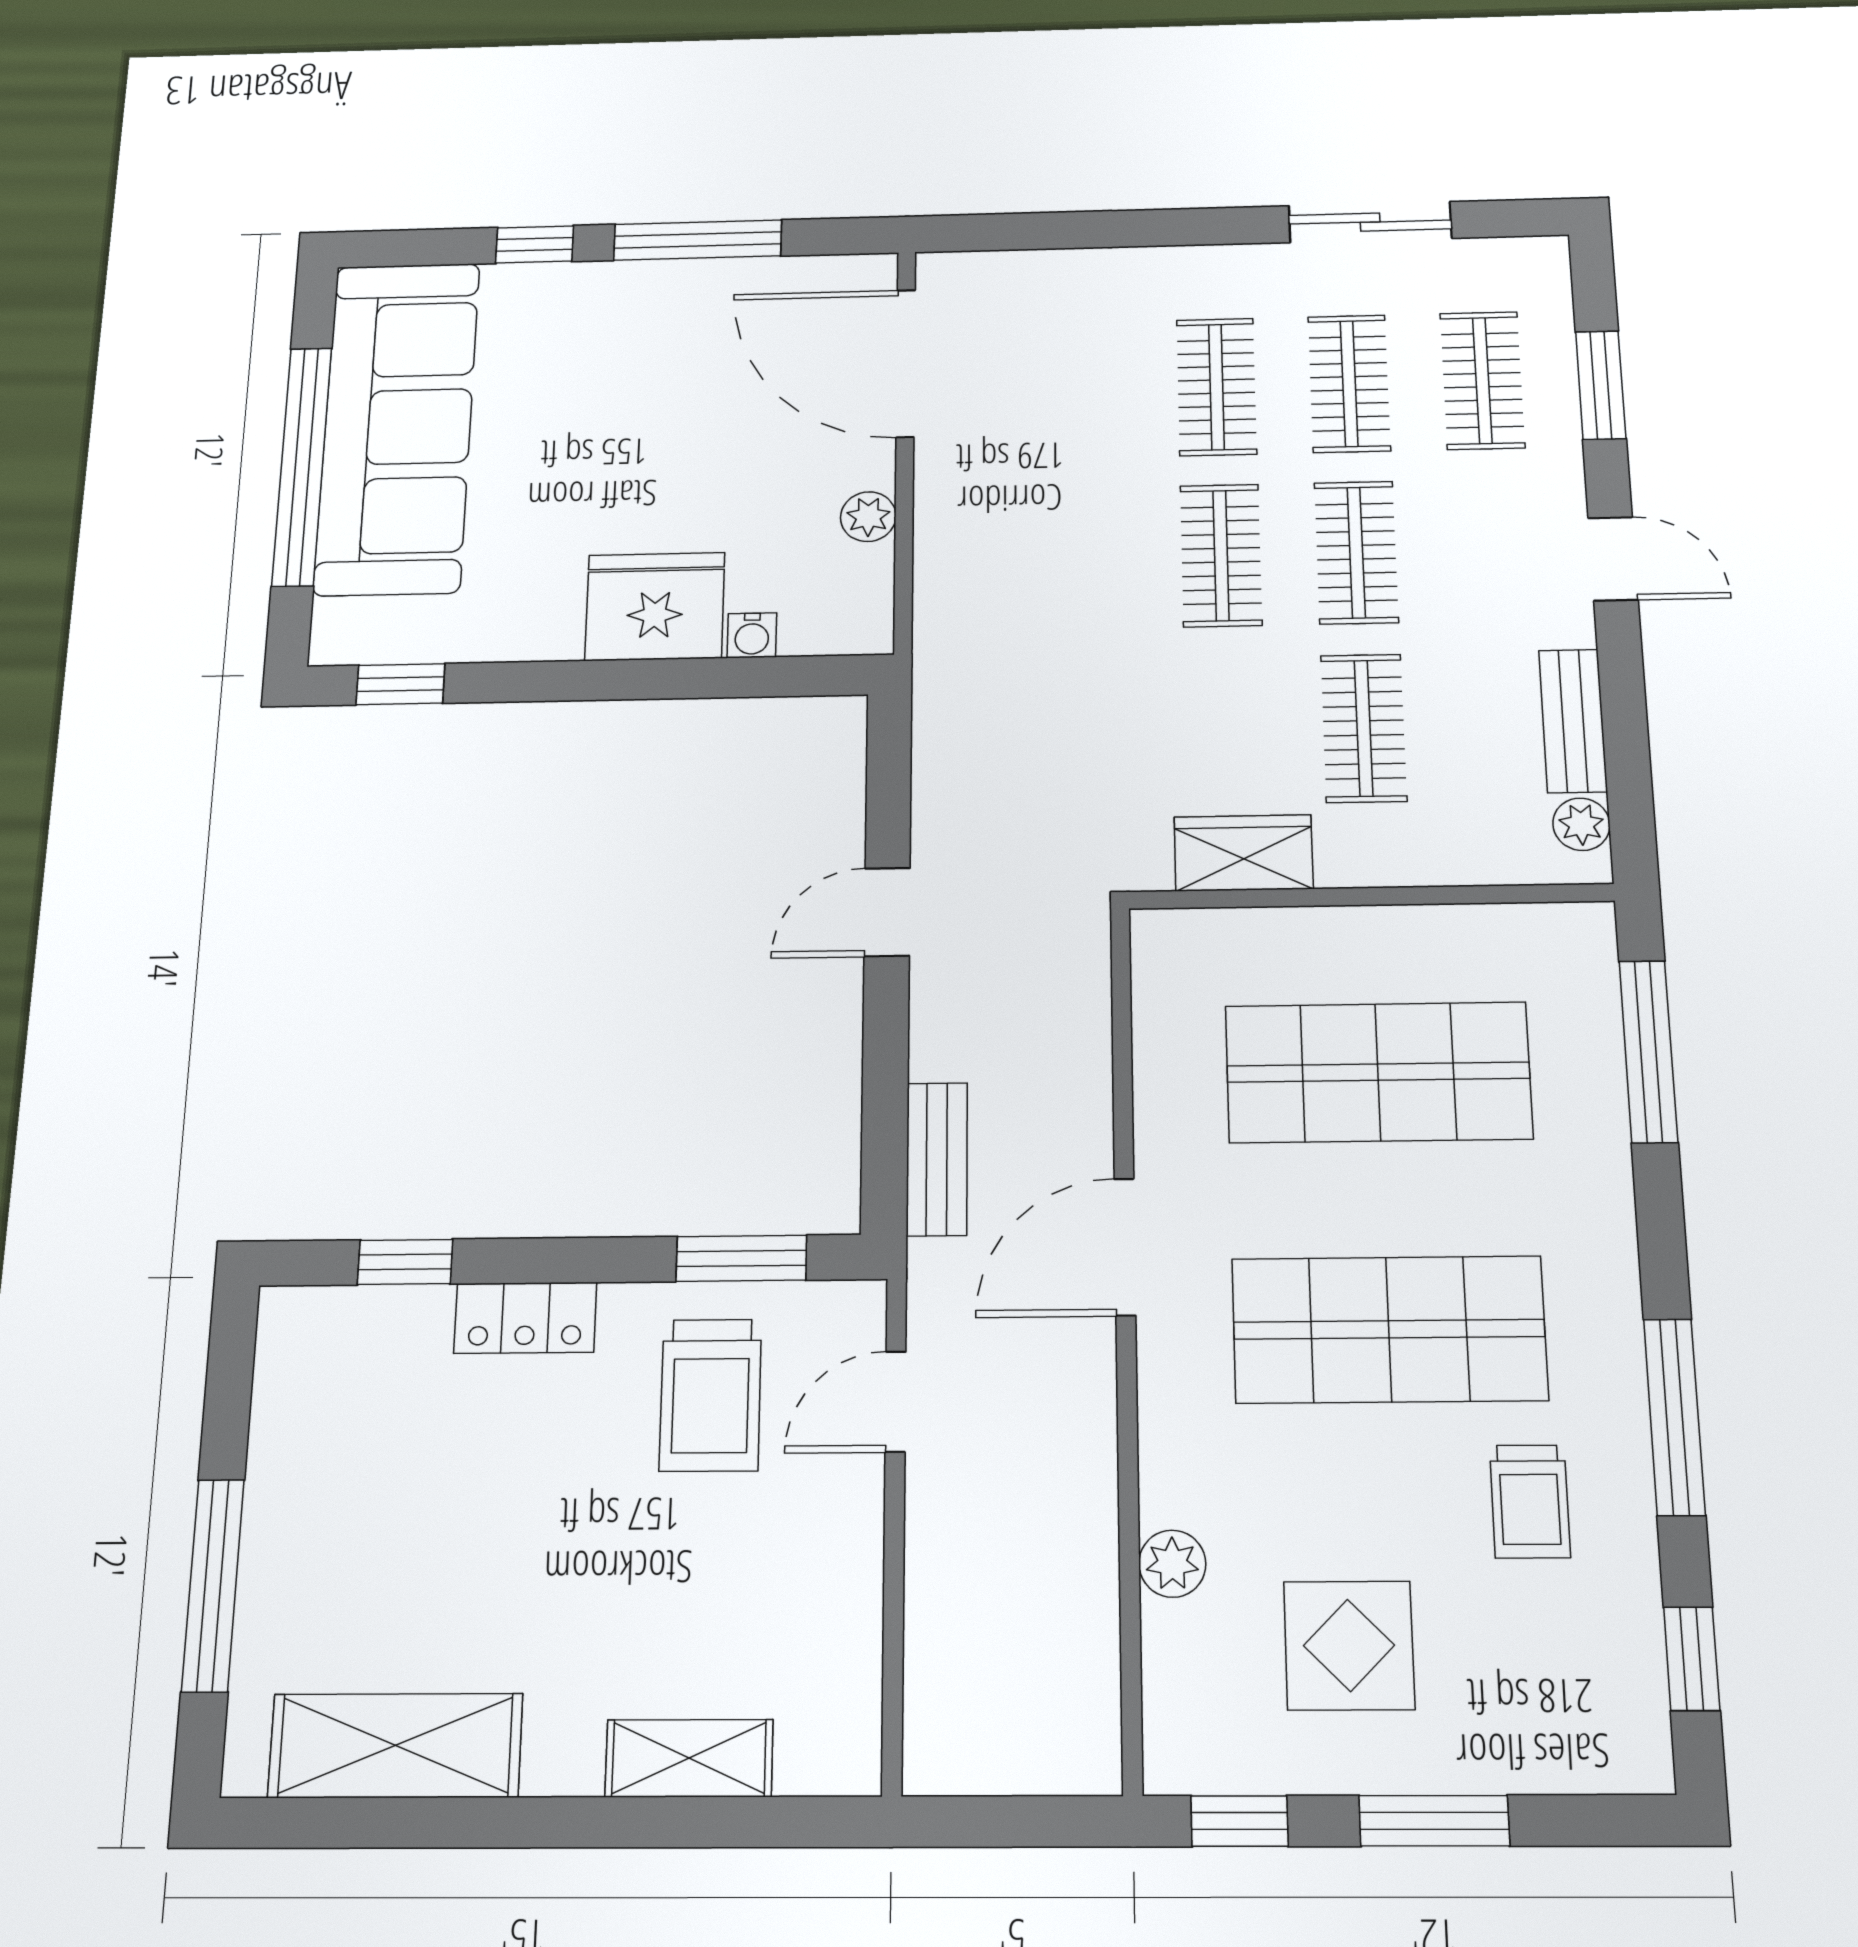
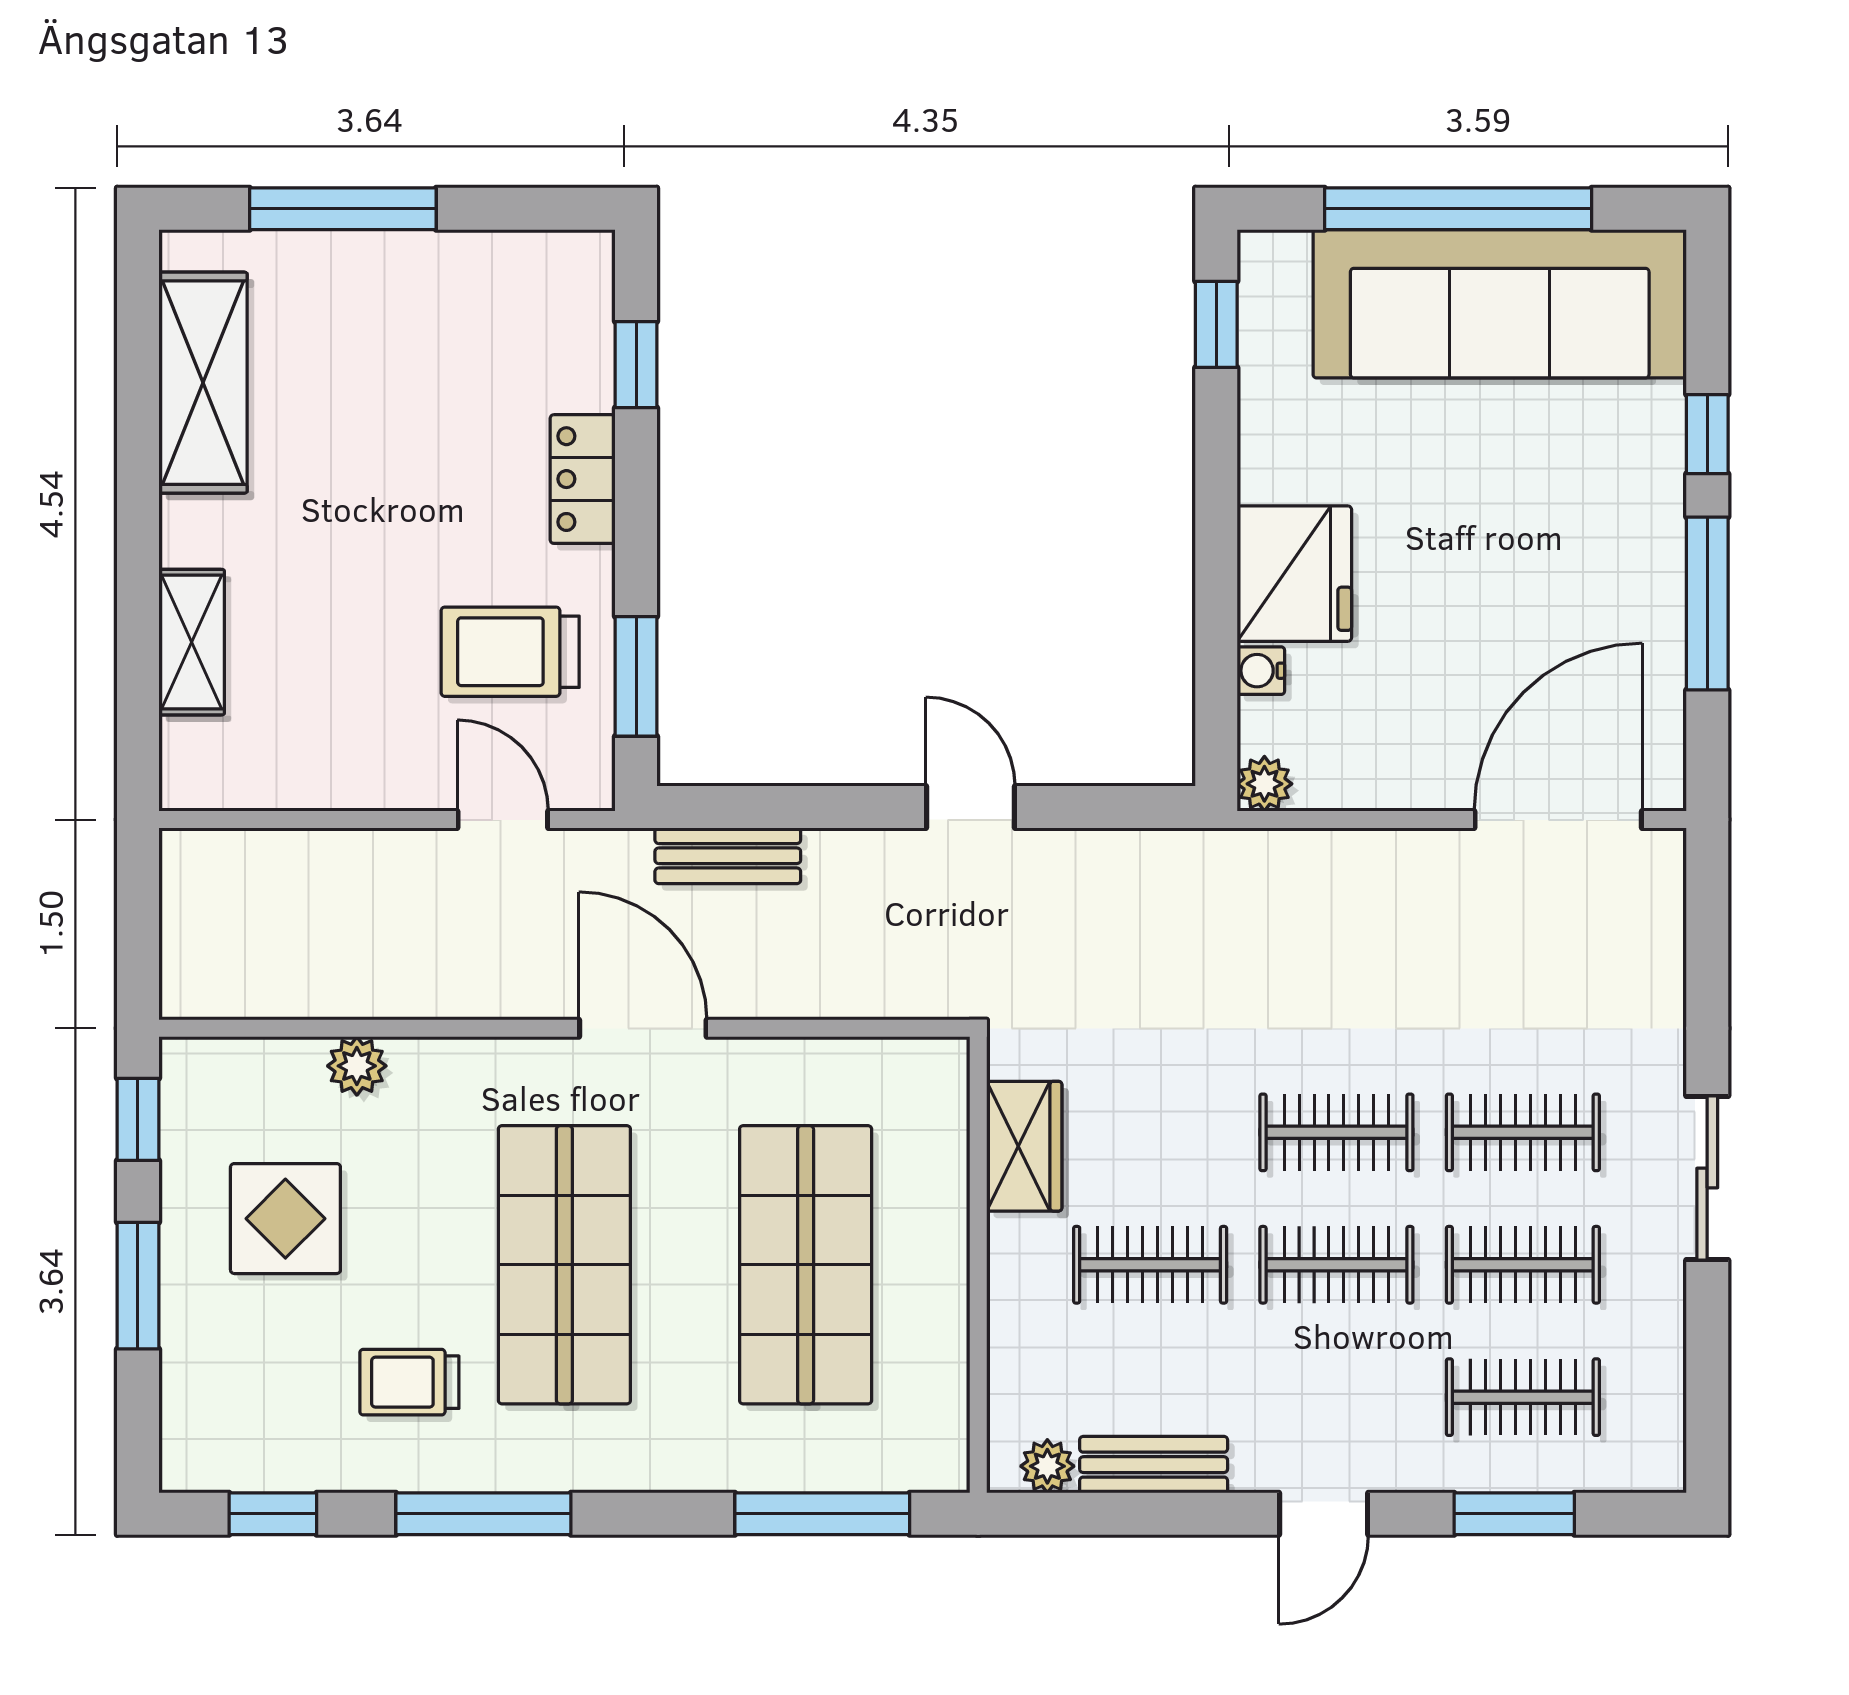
sliding door: (1370, 222) -> (1707, 1178), moved
plant: (868, 517) -> (1264, 784), moved

